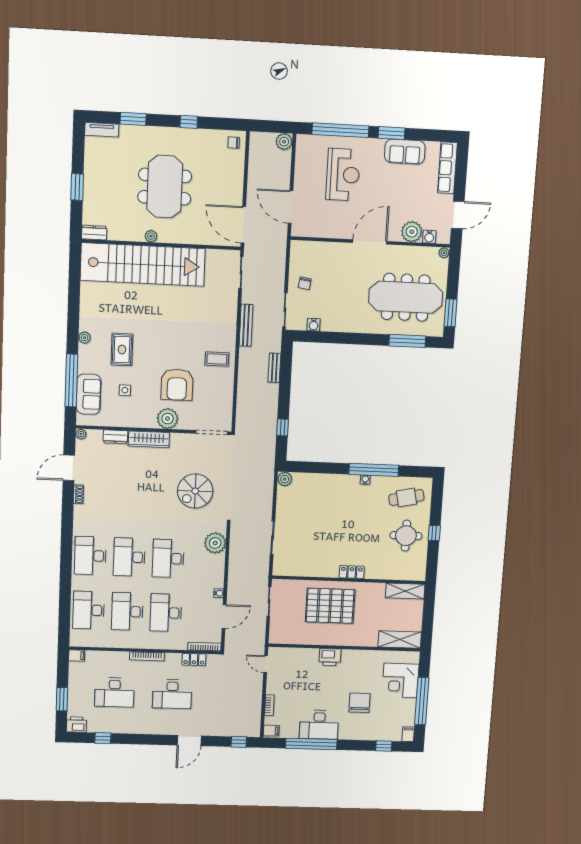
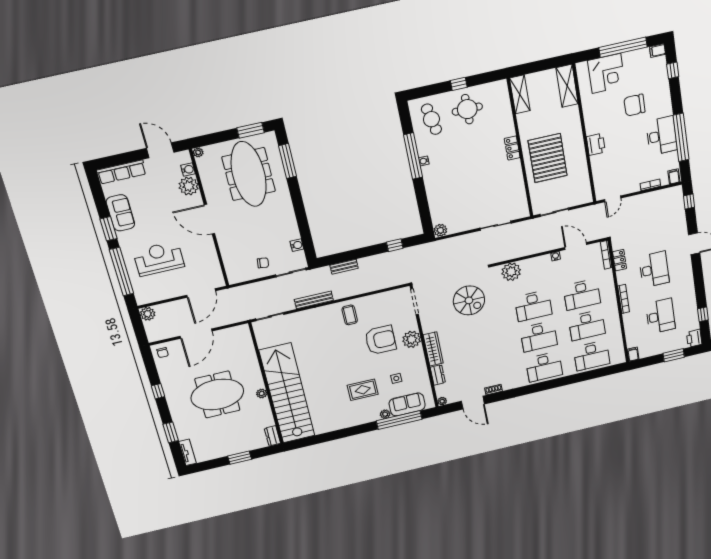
door: (243, 225) -> (196, 334), moved
plant: (85, 338) -> (385, 414), moved

